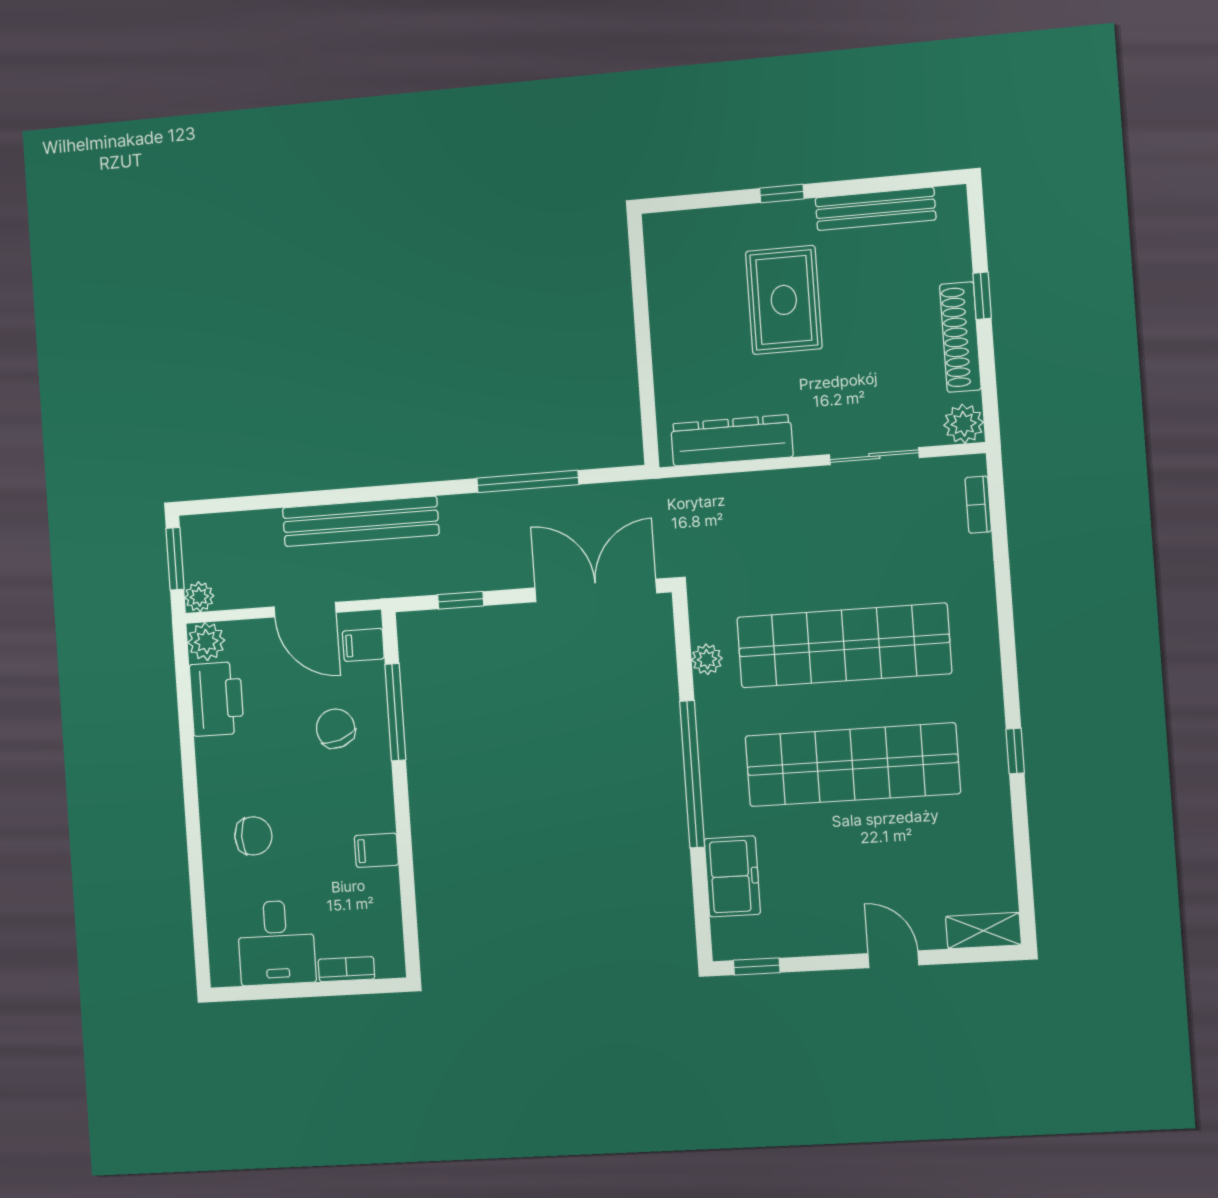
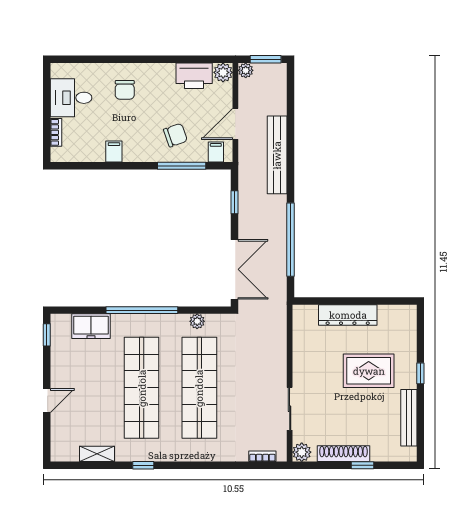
dresser: (732, 440) -> (348, 315), moved, turned 90
window: (528, 481) -> (290, 240), width x1.46
shelving: (983, 931) -> (97, 454), moved, turned 90

